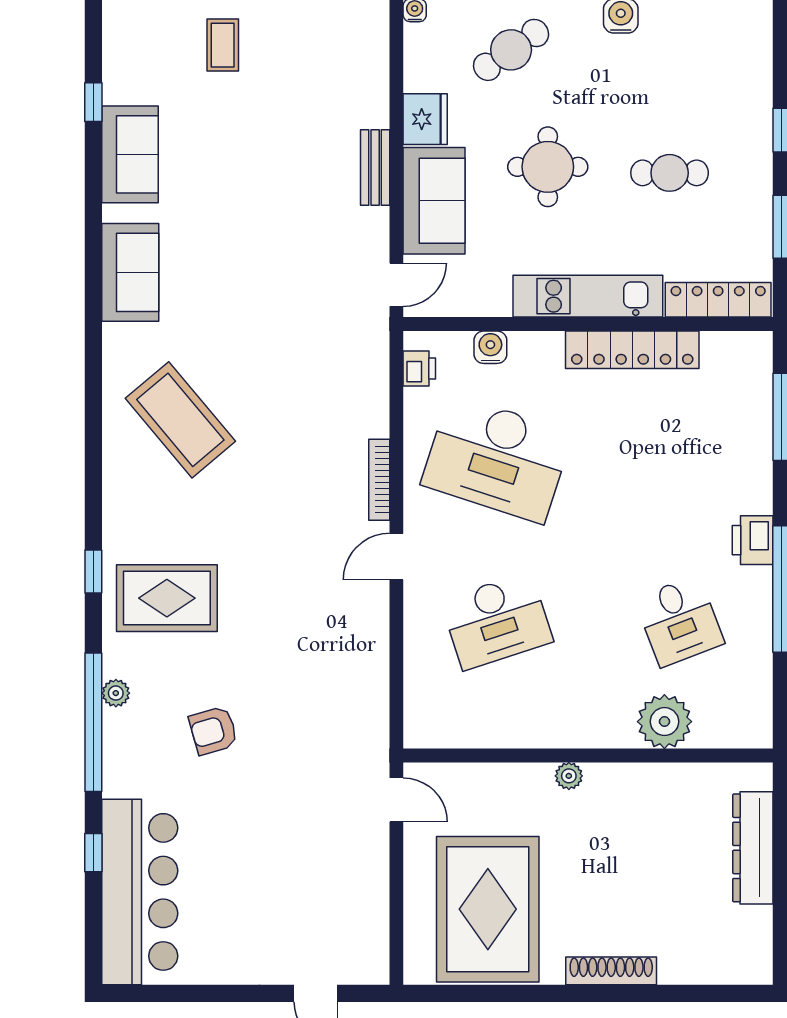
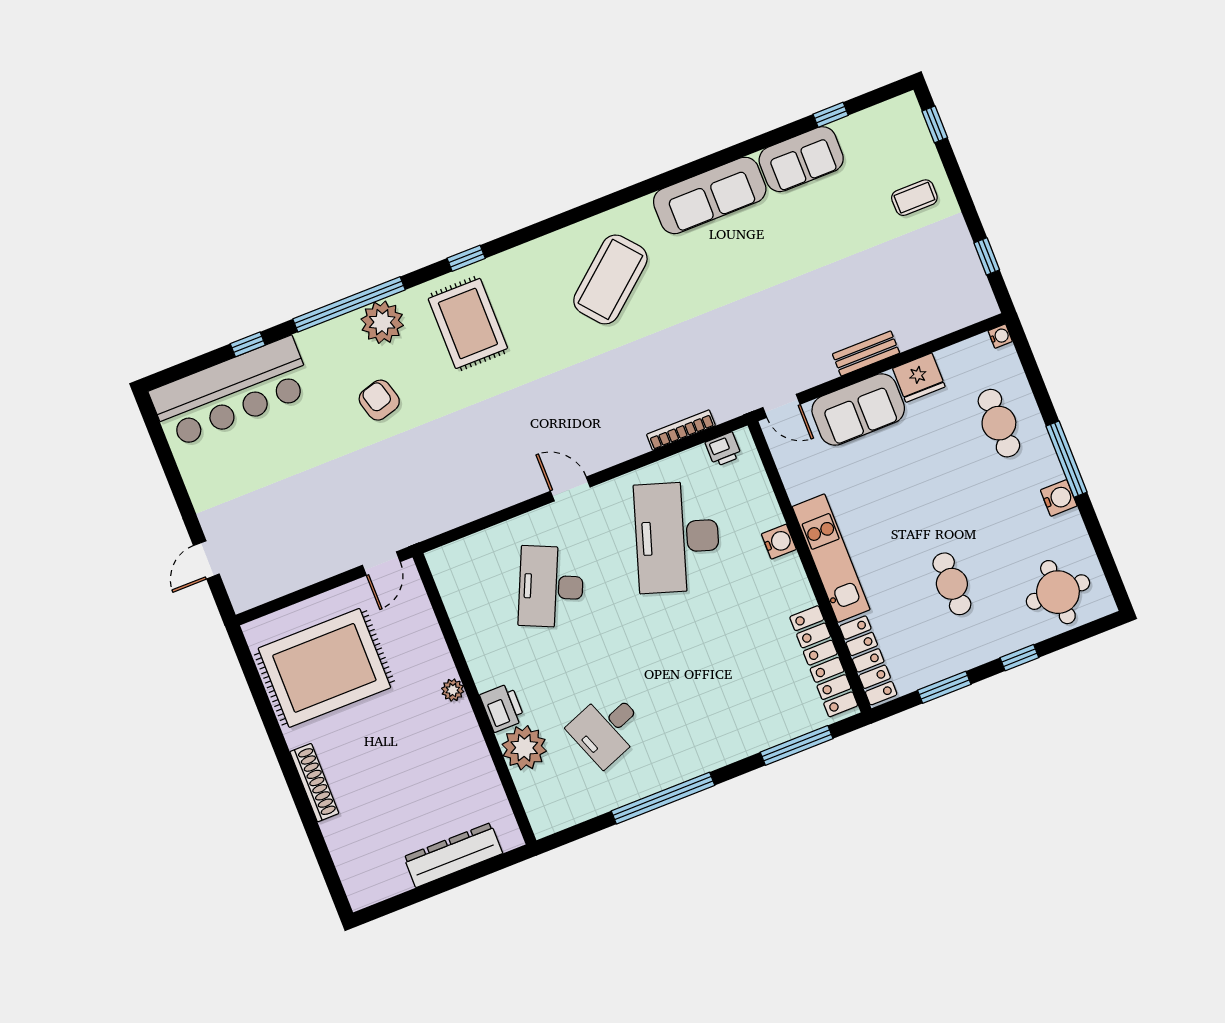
cafe table: (511, 50) -> (999, 423), turned 35
round table: (548, 167) -> (1058, 592), moved
sofa: (130, 272) -> (710, 195), width x1.36
water cooler: (490, 347) -> (779, 542), moved
locker: (632, 350) -> (824, 661), moved
bookcase: (379, 480) -> (681, 430), moved
printer: (753, 540) -> (502, 708), moved, turned 90
desk: (497, 621) -> (551, 587), turned 42
plant: (116, 693) -> (382, 322), width x1.87, depth x1.87

